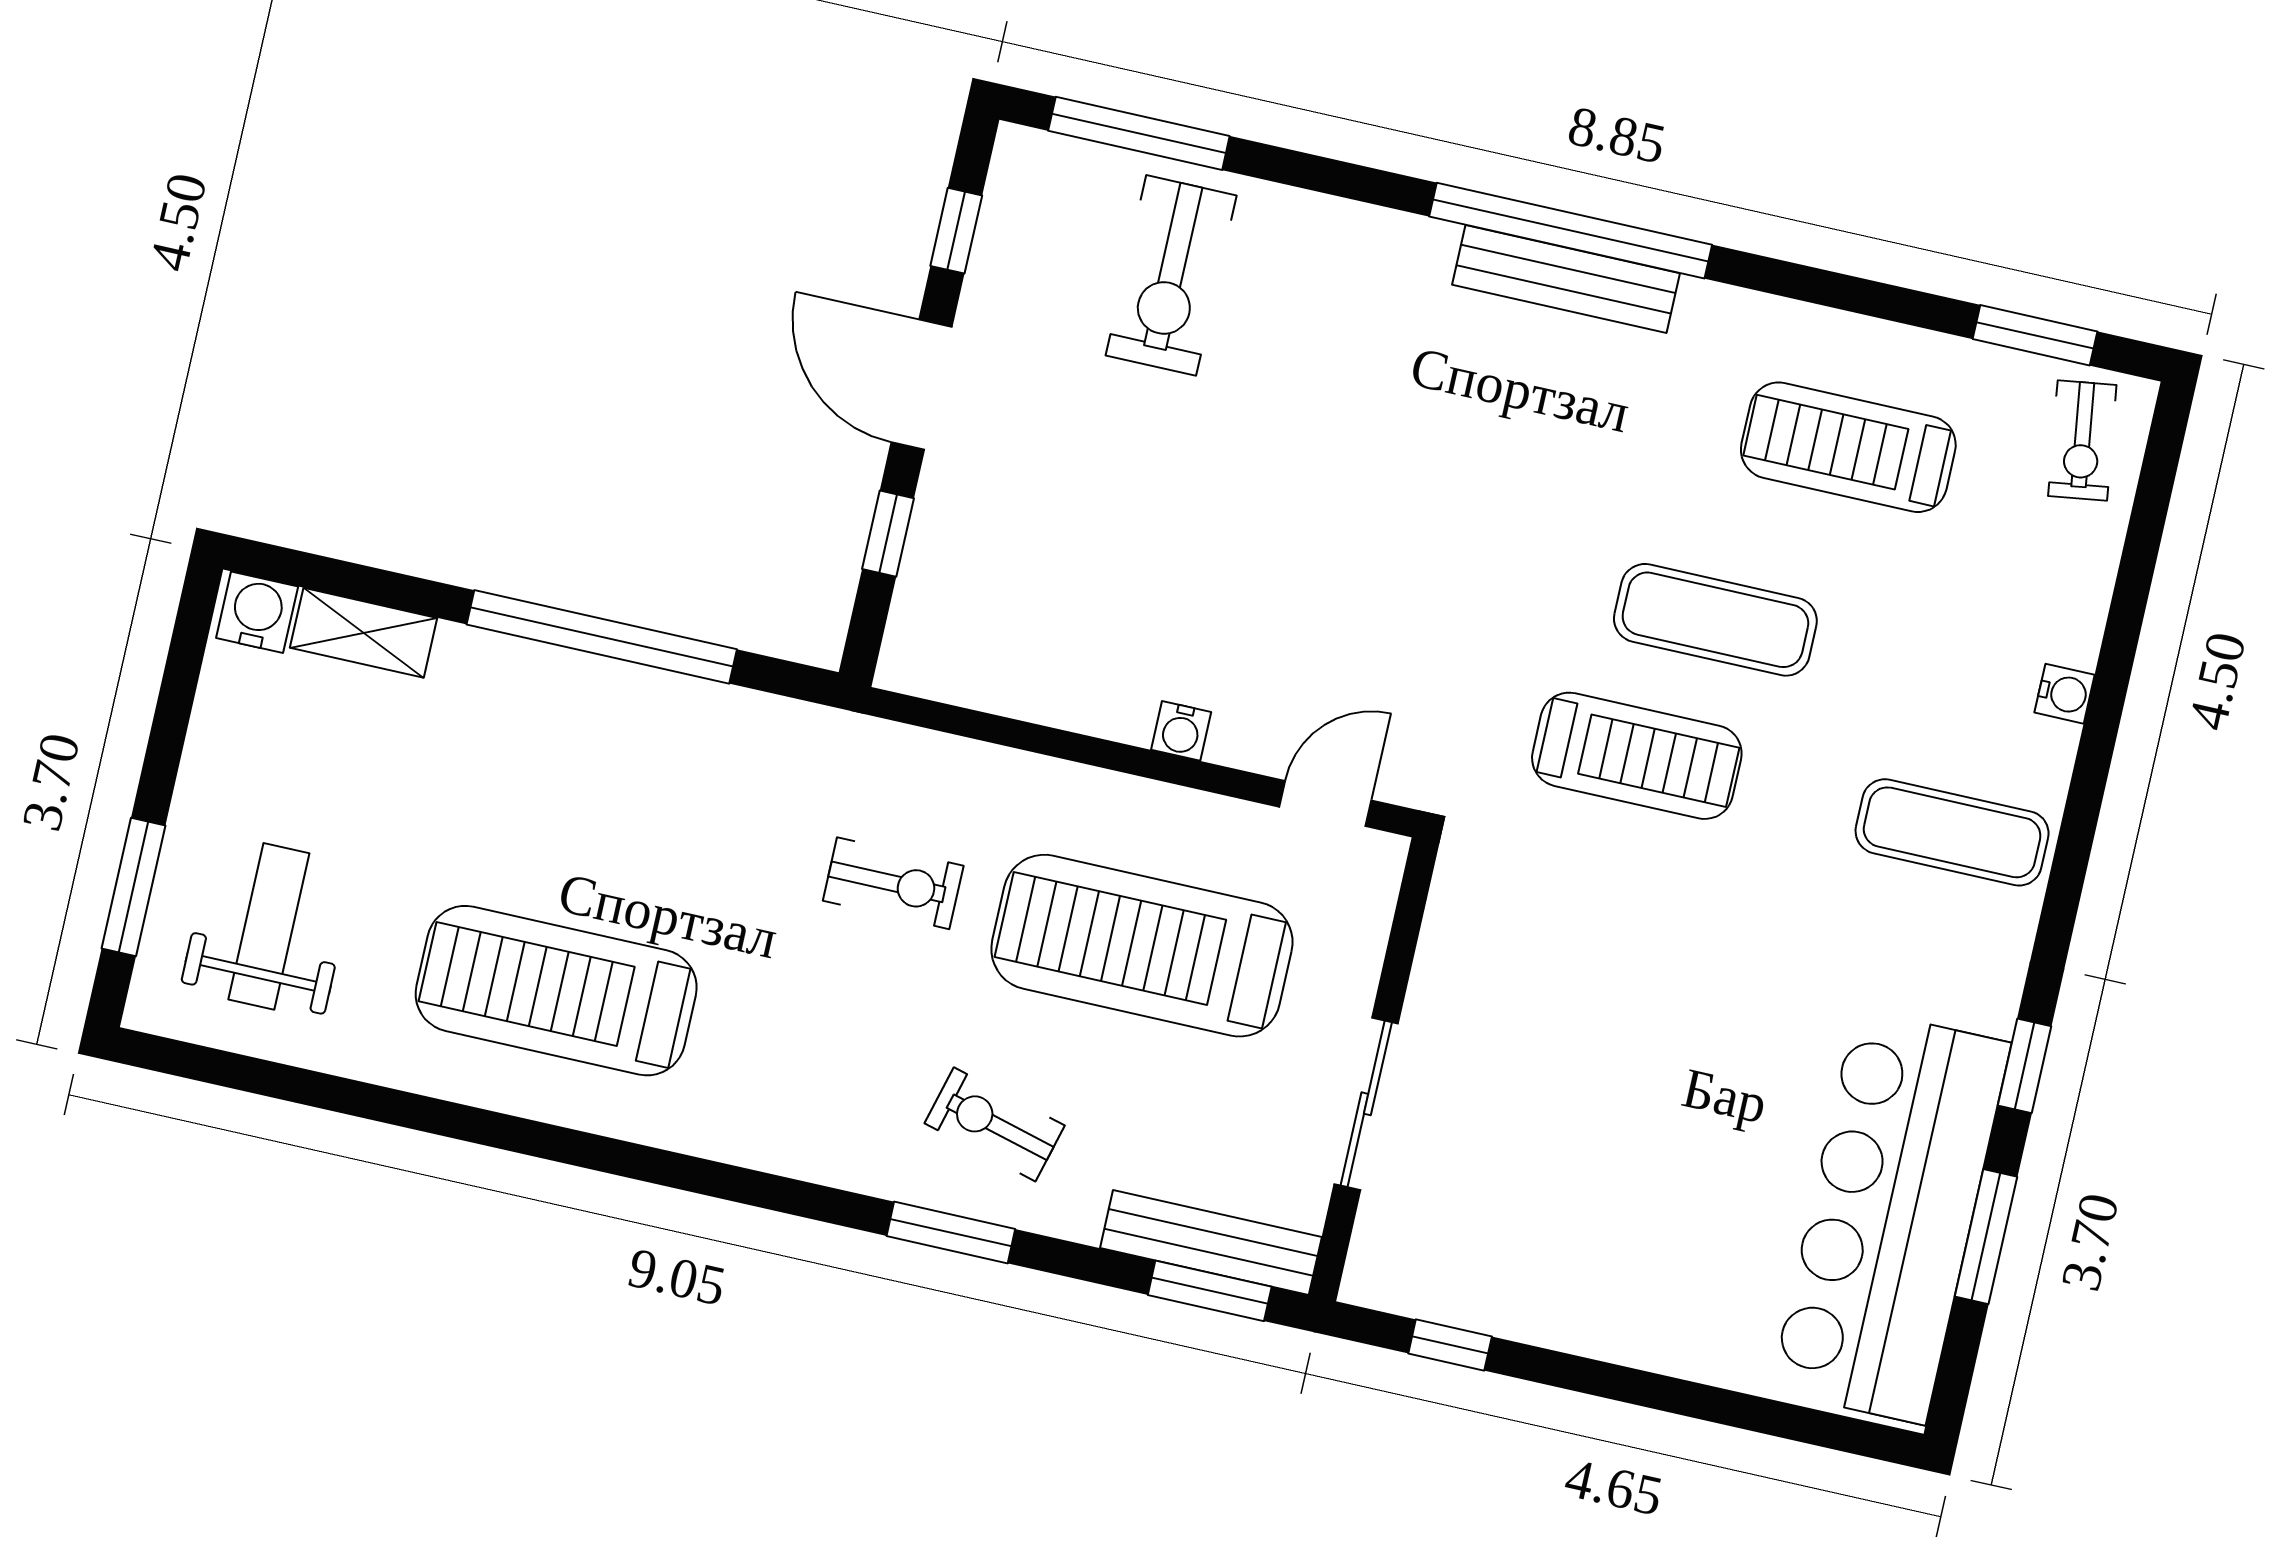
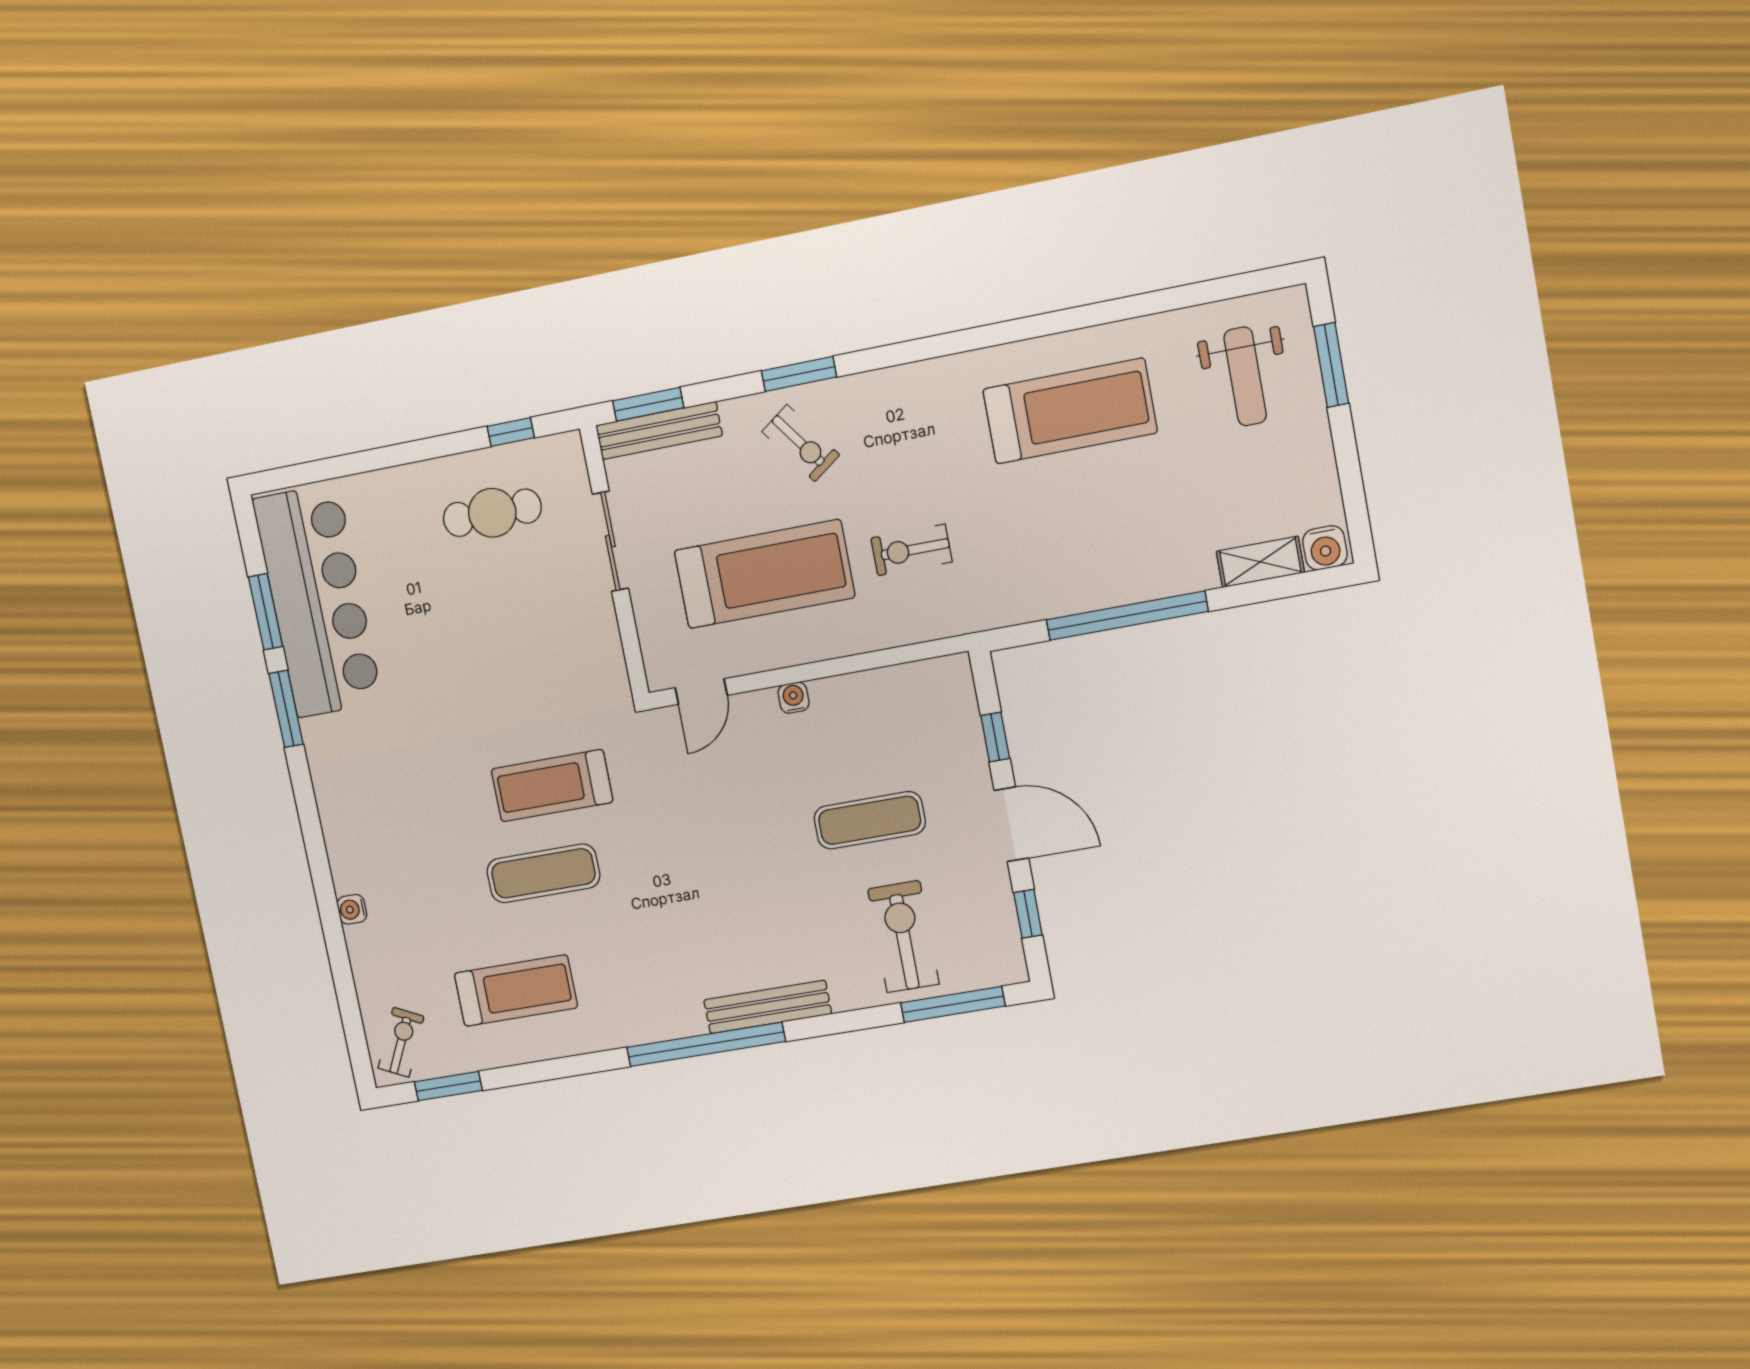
bench: (1566, 279) -> (768, 1007), moved
exercise bike: (2082, 440) -> (401, 1042), turned 34
exercise mat: (1952, 832) -> (870, 820), moved
window: (2024, 1066) -> (286, 709), width x1.50
exercise bike: (995, 1124) -> (801, 443), turned 39
cafe table: (1538, 1231) -> (492, 513), added

